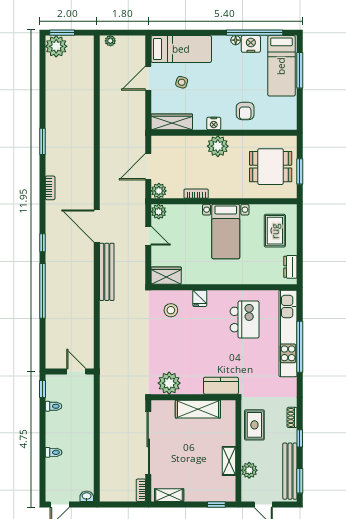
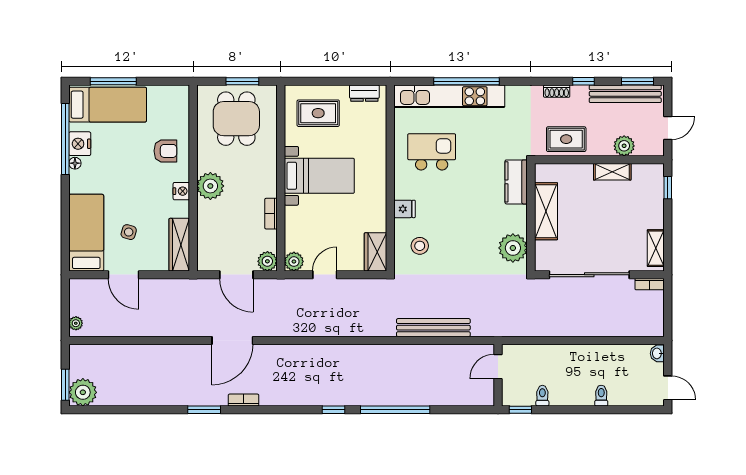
bookcase: (50, 188) -> (244, 400), moved
door: (97, 226) -> (232, 340), moved
bench: (107, 272) -> (433, 328), moved

